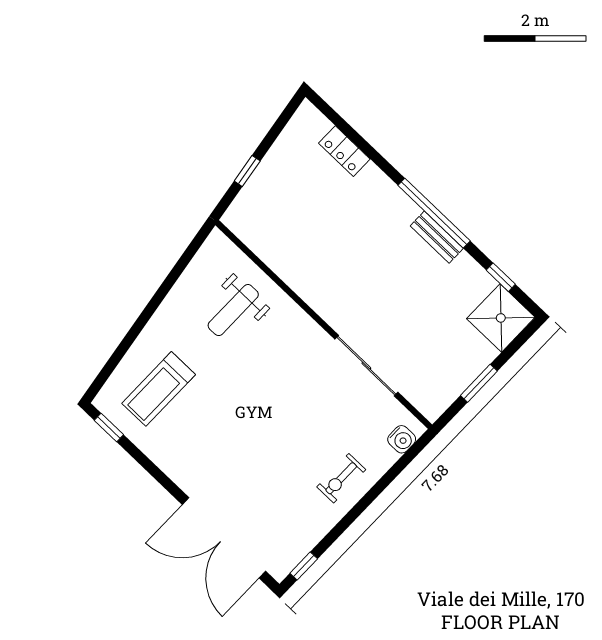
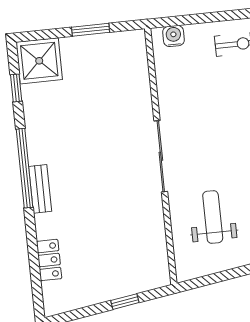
bench: (437, 237) -> (40, 189), moved
weight bench: (233, 310) -> (213, 217), turned -90
sliding door: (366, 366) -> (161, 156), moved

